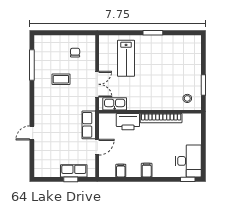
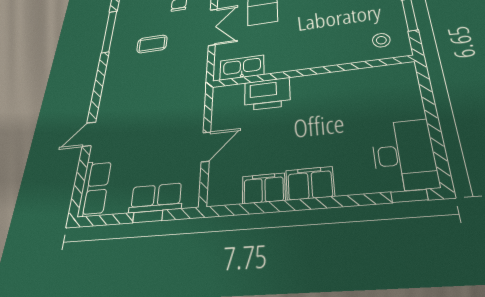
double door: (97, 84) -> (213, 27), moved
bookcase: (161, 118) -> (333, 80), removed
row of seats: (89, 125) -> (95, 188), moved, turned 180
filing cabinet: (147, 170) -> (310, 183), width x2.00
filing cabinet: (121, 171) -> (264, 188), width x2.00

